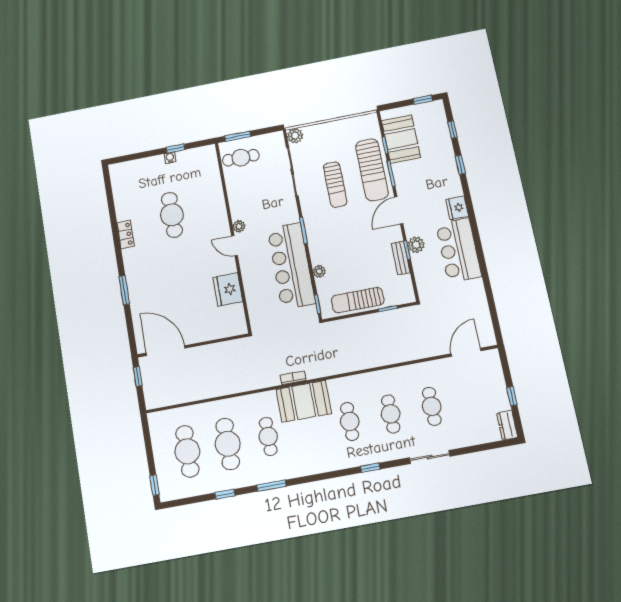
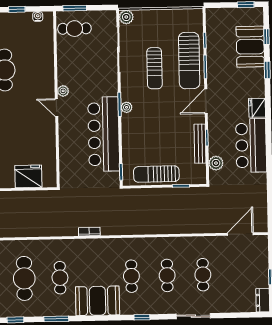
booth: (401, 139) -> (250, 47), moved
water cooler: (170, 158) -> (38, 17), moved
plant: (416, 245) -> (216, 163), moved
bench: (401, 258) -> (200, 144), width x1.36
plant: (319, 271) -> (127, 107), moved
fridge: (228, 289) -> (28, 176), moved, turned 90
booth: (304, 401) -> (98, 301), moved

